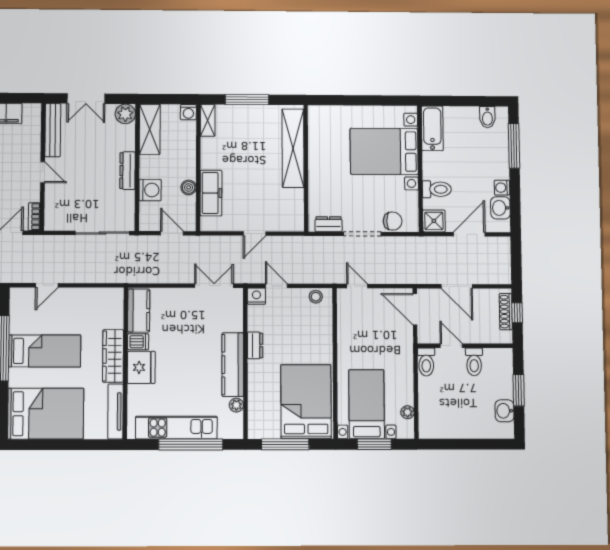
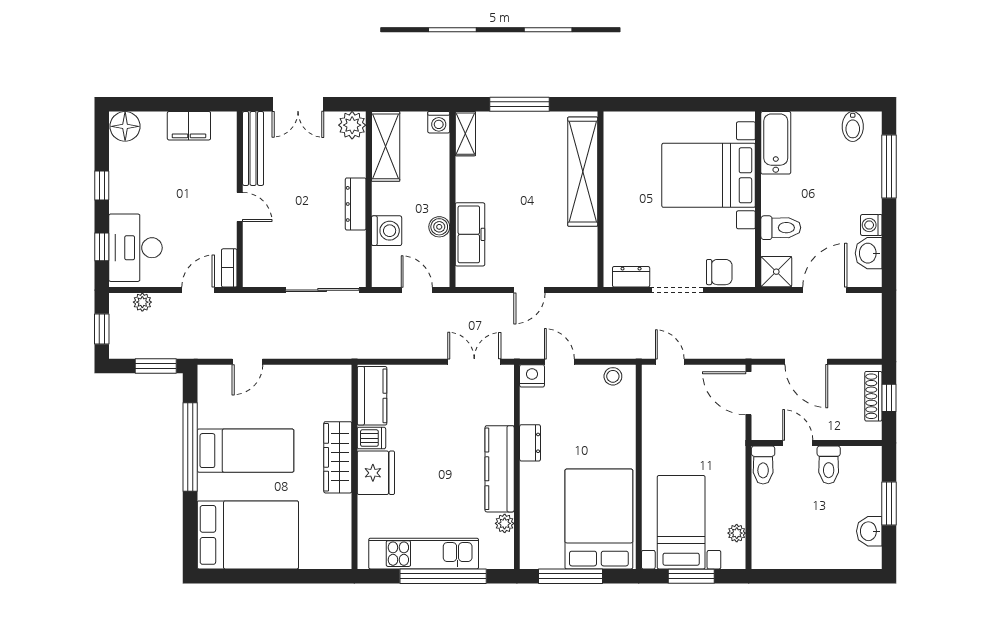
tv unit: (115, 411) -> (342, 532), removed

